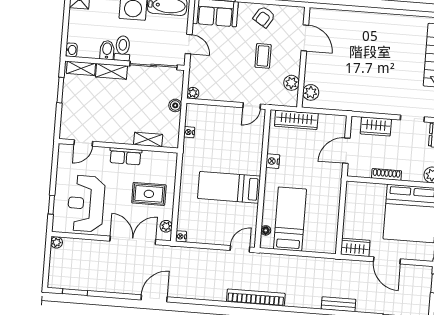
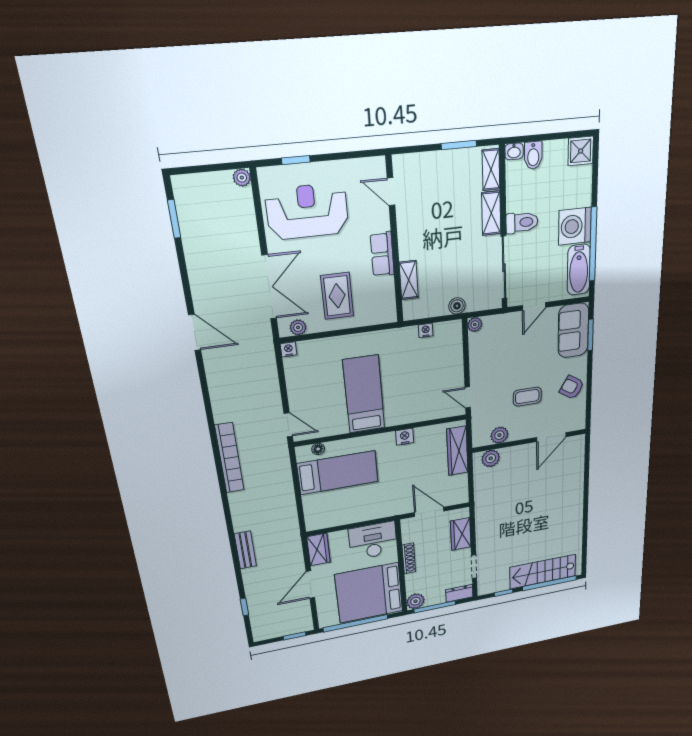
bidet: (107, 50) -> (533, 155), moved, turned 90
desk: (360, 202) -> (373, 541), added

